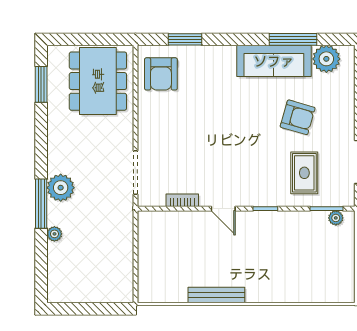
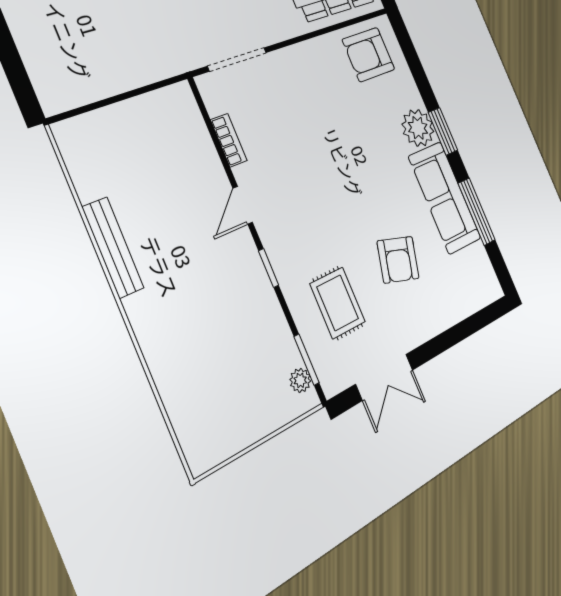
window: (185, 39) -> (443, 131), moved
plant: (326, 59) -> (418, 128), moved
rug: (304, 173) -> (338, 303), turned 90

